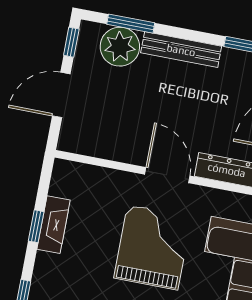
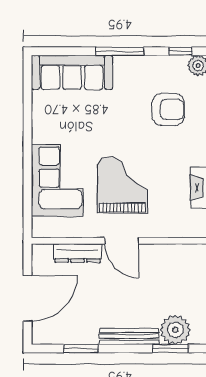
grand piano: (153, 247) -> (122, 185), turned 180

